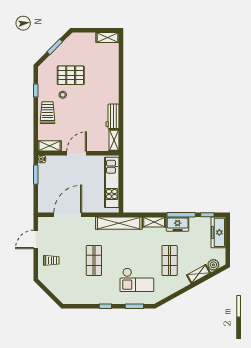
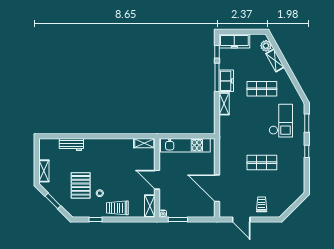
shelving: (108, 38) -> (44, 171), moved
workbench: (112, 116) -> (71, 145), moved
shelving: (119, 223) -> (225, 138), removed

